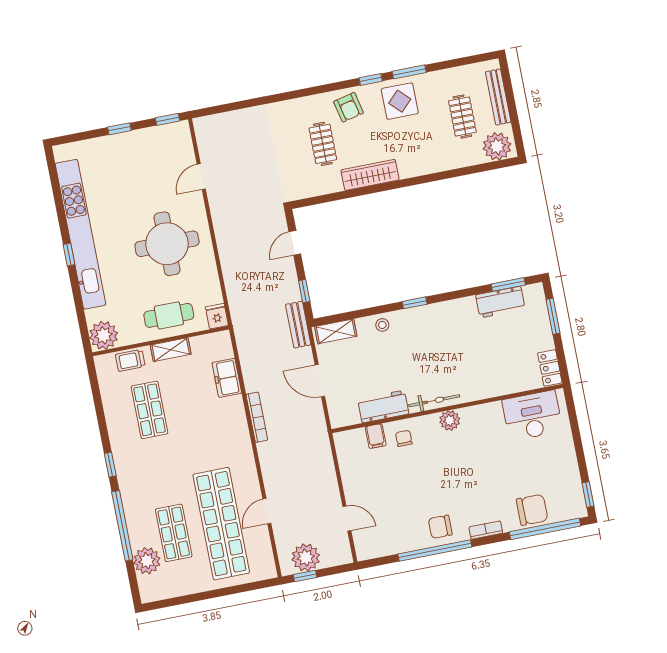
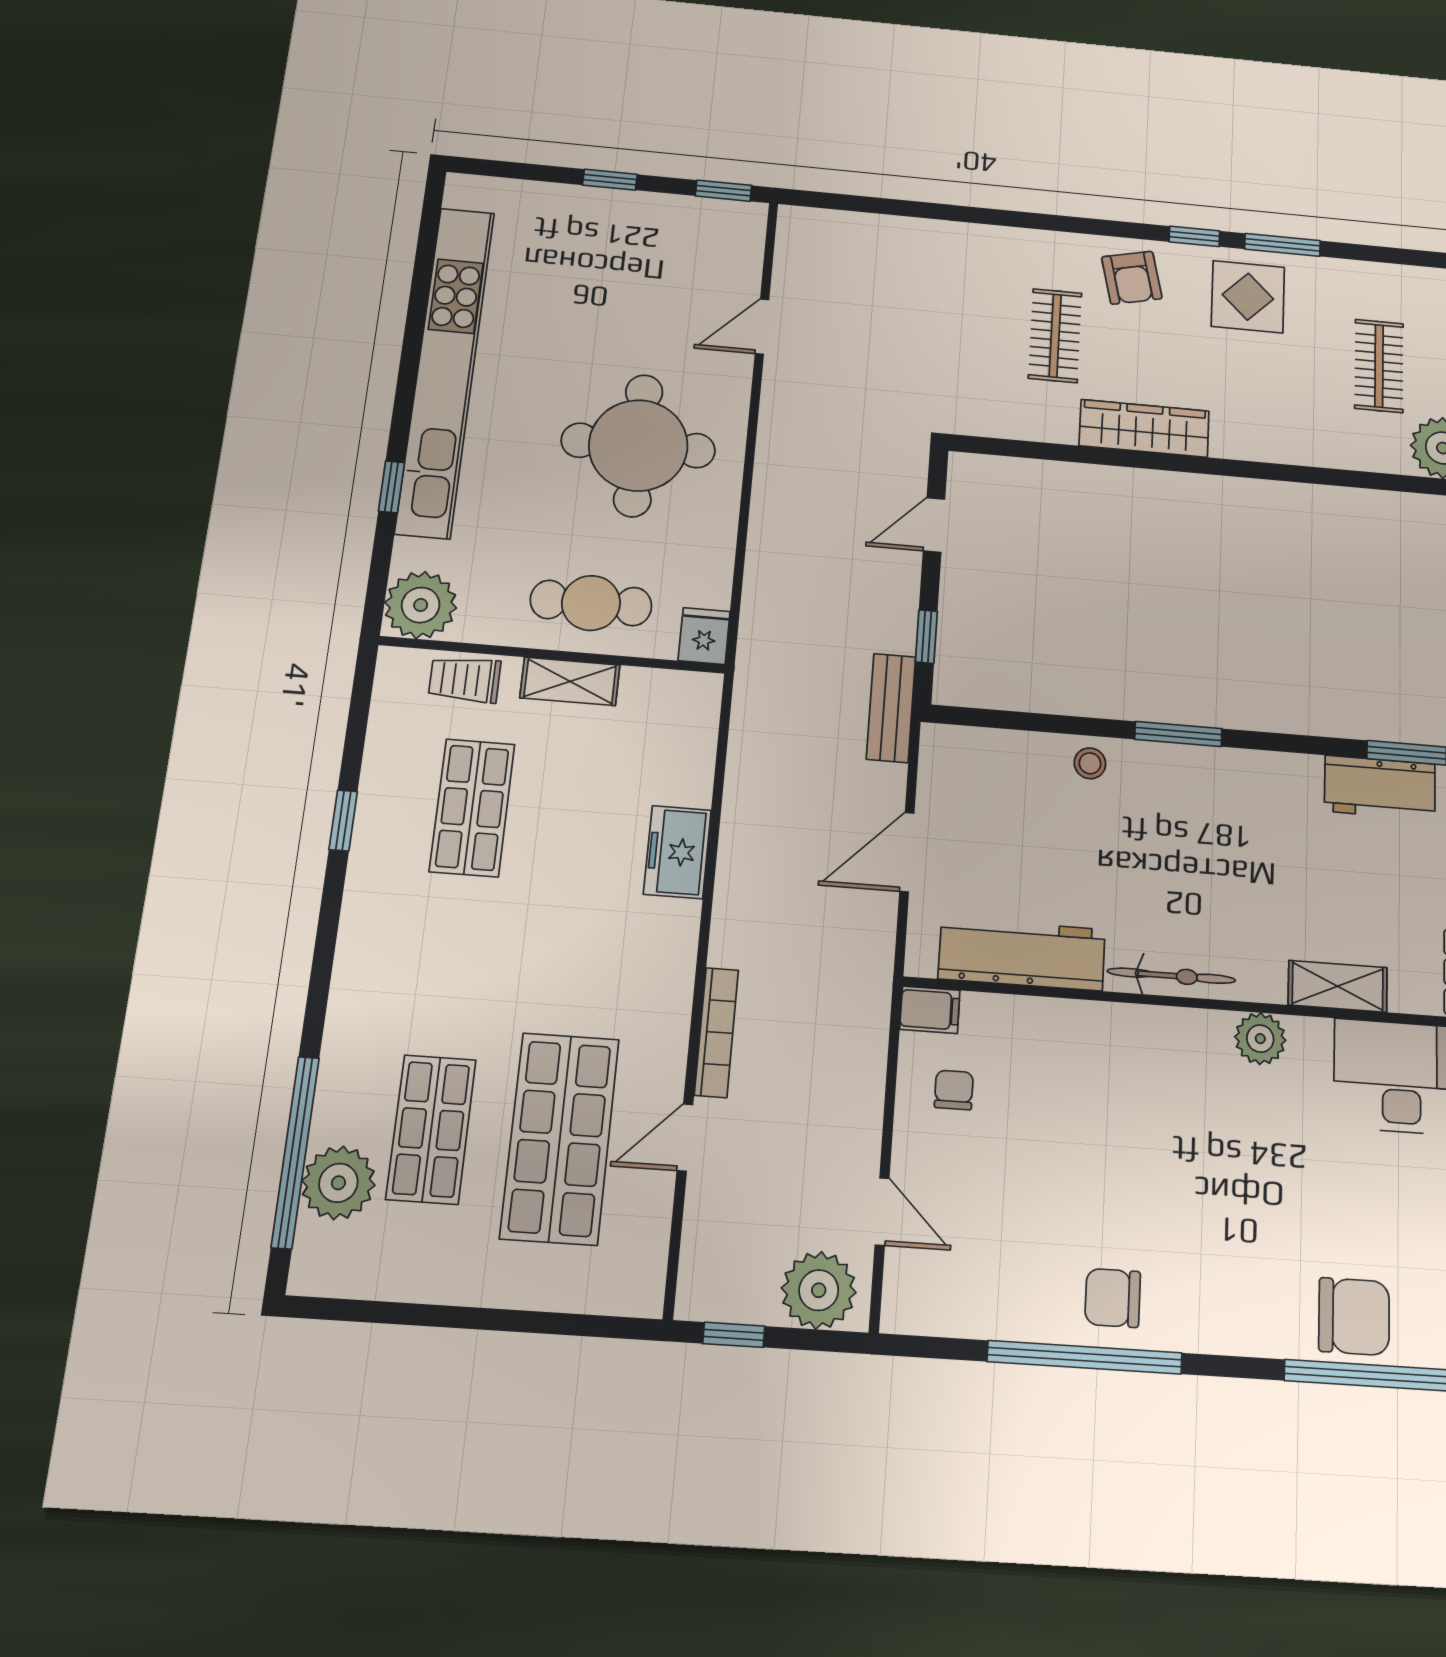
window: (69, 254) -> (391, 487), moved
window: (415, 303) -> (1178, 734), width x1.50
shelving: (336, 331) -> (1338, 986), moved
freezer: (227, 378) -> (677, 852), moved
door: (320, 381) -> (907, 852), hinge flipped
workbench: (383, 407) -> (1022, 954), width x1.38
bookcase: (257, 417) -> (716, 1032), moved
plant: (450, 420) -> (1260, 1039), moved
filing cabinet: (376, 436) -> (930, 1010), moved, turned -90
chair: (404, 438) -> (954, 1090), moved
window: (110, 465) -> (343, 821), moved
shop shelf: (221, 524) -> (560, 1138), width x0.71
window: (122, 526) -> (295, 1152), moved
bookcase: (486, 530) -> (1226, 1338), removed
plant: (306, 557) -> (819, 1290), moved

